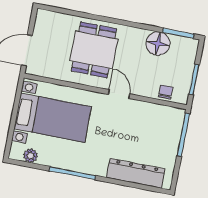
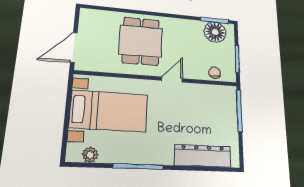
floor lamp: (158, 43) -> (215, 32), moved
door: (119, 94) -> (172, 80), hinge flipped

